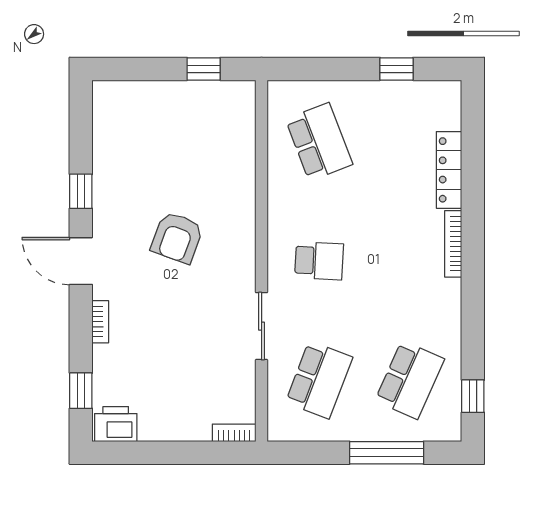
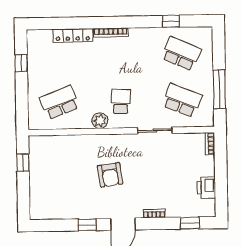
plant: (282, 220) -> (100, 121), added
armchair: (177, 238) -> (110, 175), turned 62
window: (473, 396) -> (171, 21), moved
printer: (116, 424) -> (206, 188), moved
window: (387, 453) -> (219, 89), moved

